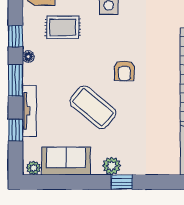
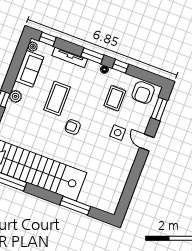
coffee table: (93, 107) -> (57, 98), turned -40
window: (16, 130) -> (48, 39), moved

